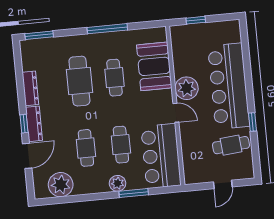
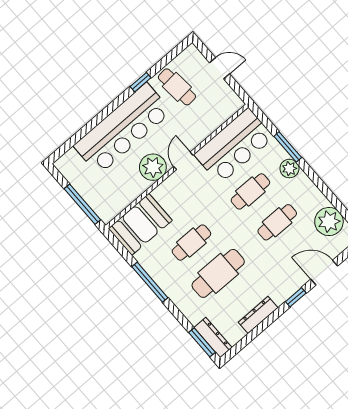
window: (196, 20) -> (82, 204), width x2.17
booth: (154, 66) -> (140, 224), moved
dresser: (34, 124) -> (213, 338), moved, turned 90

